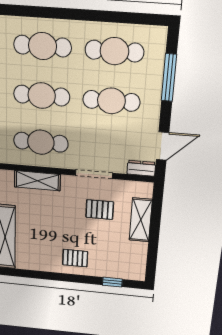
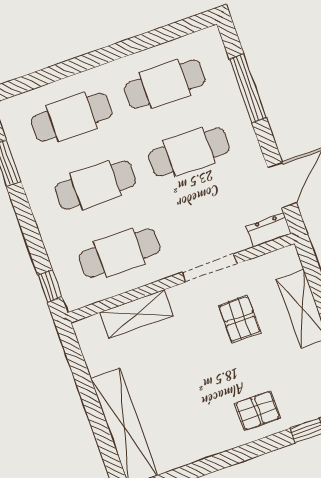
pallet: (100, 210) -> (240, 319), turned 90
pallet: (75, 258) -> (258, 411), moved

